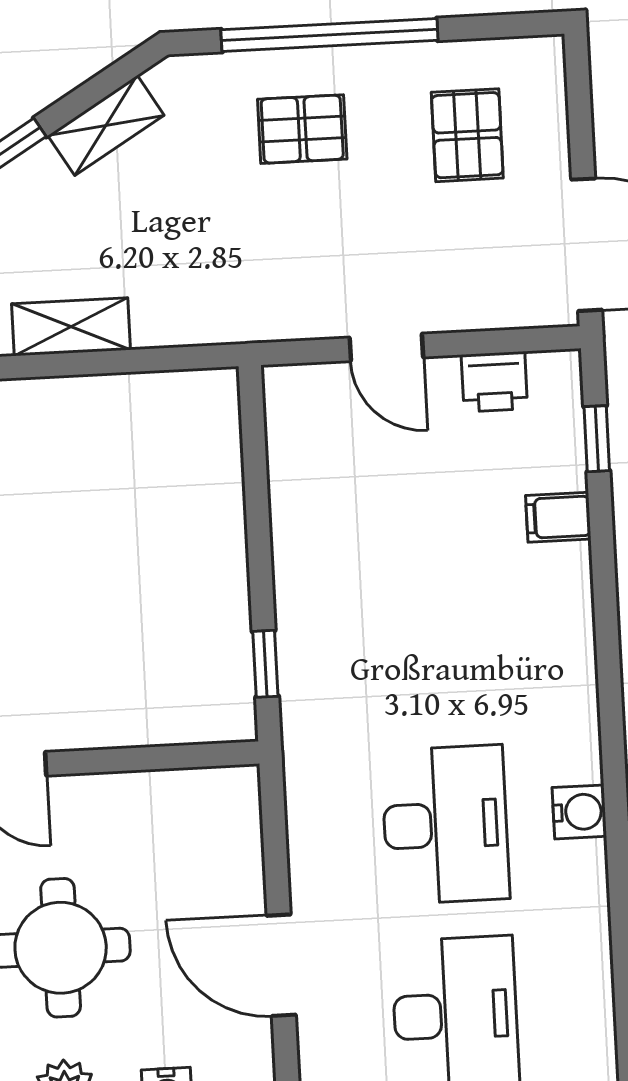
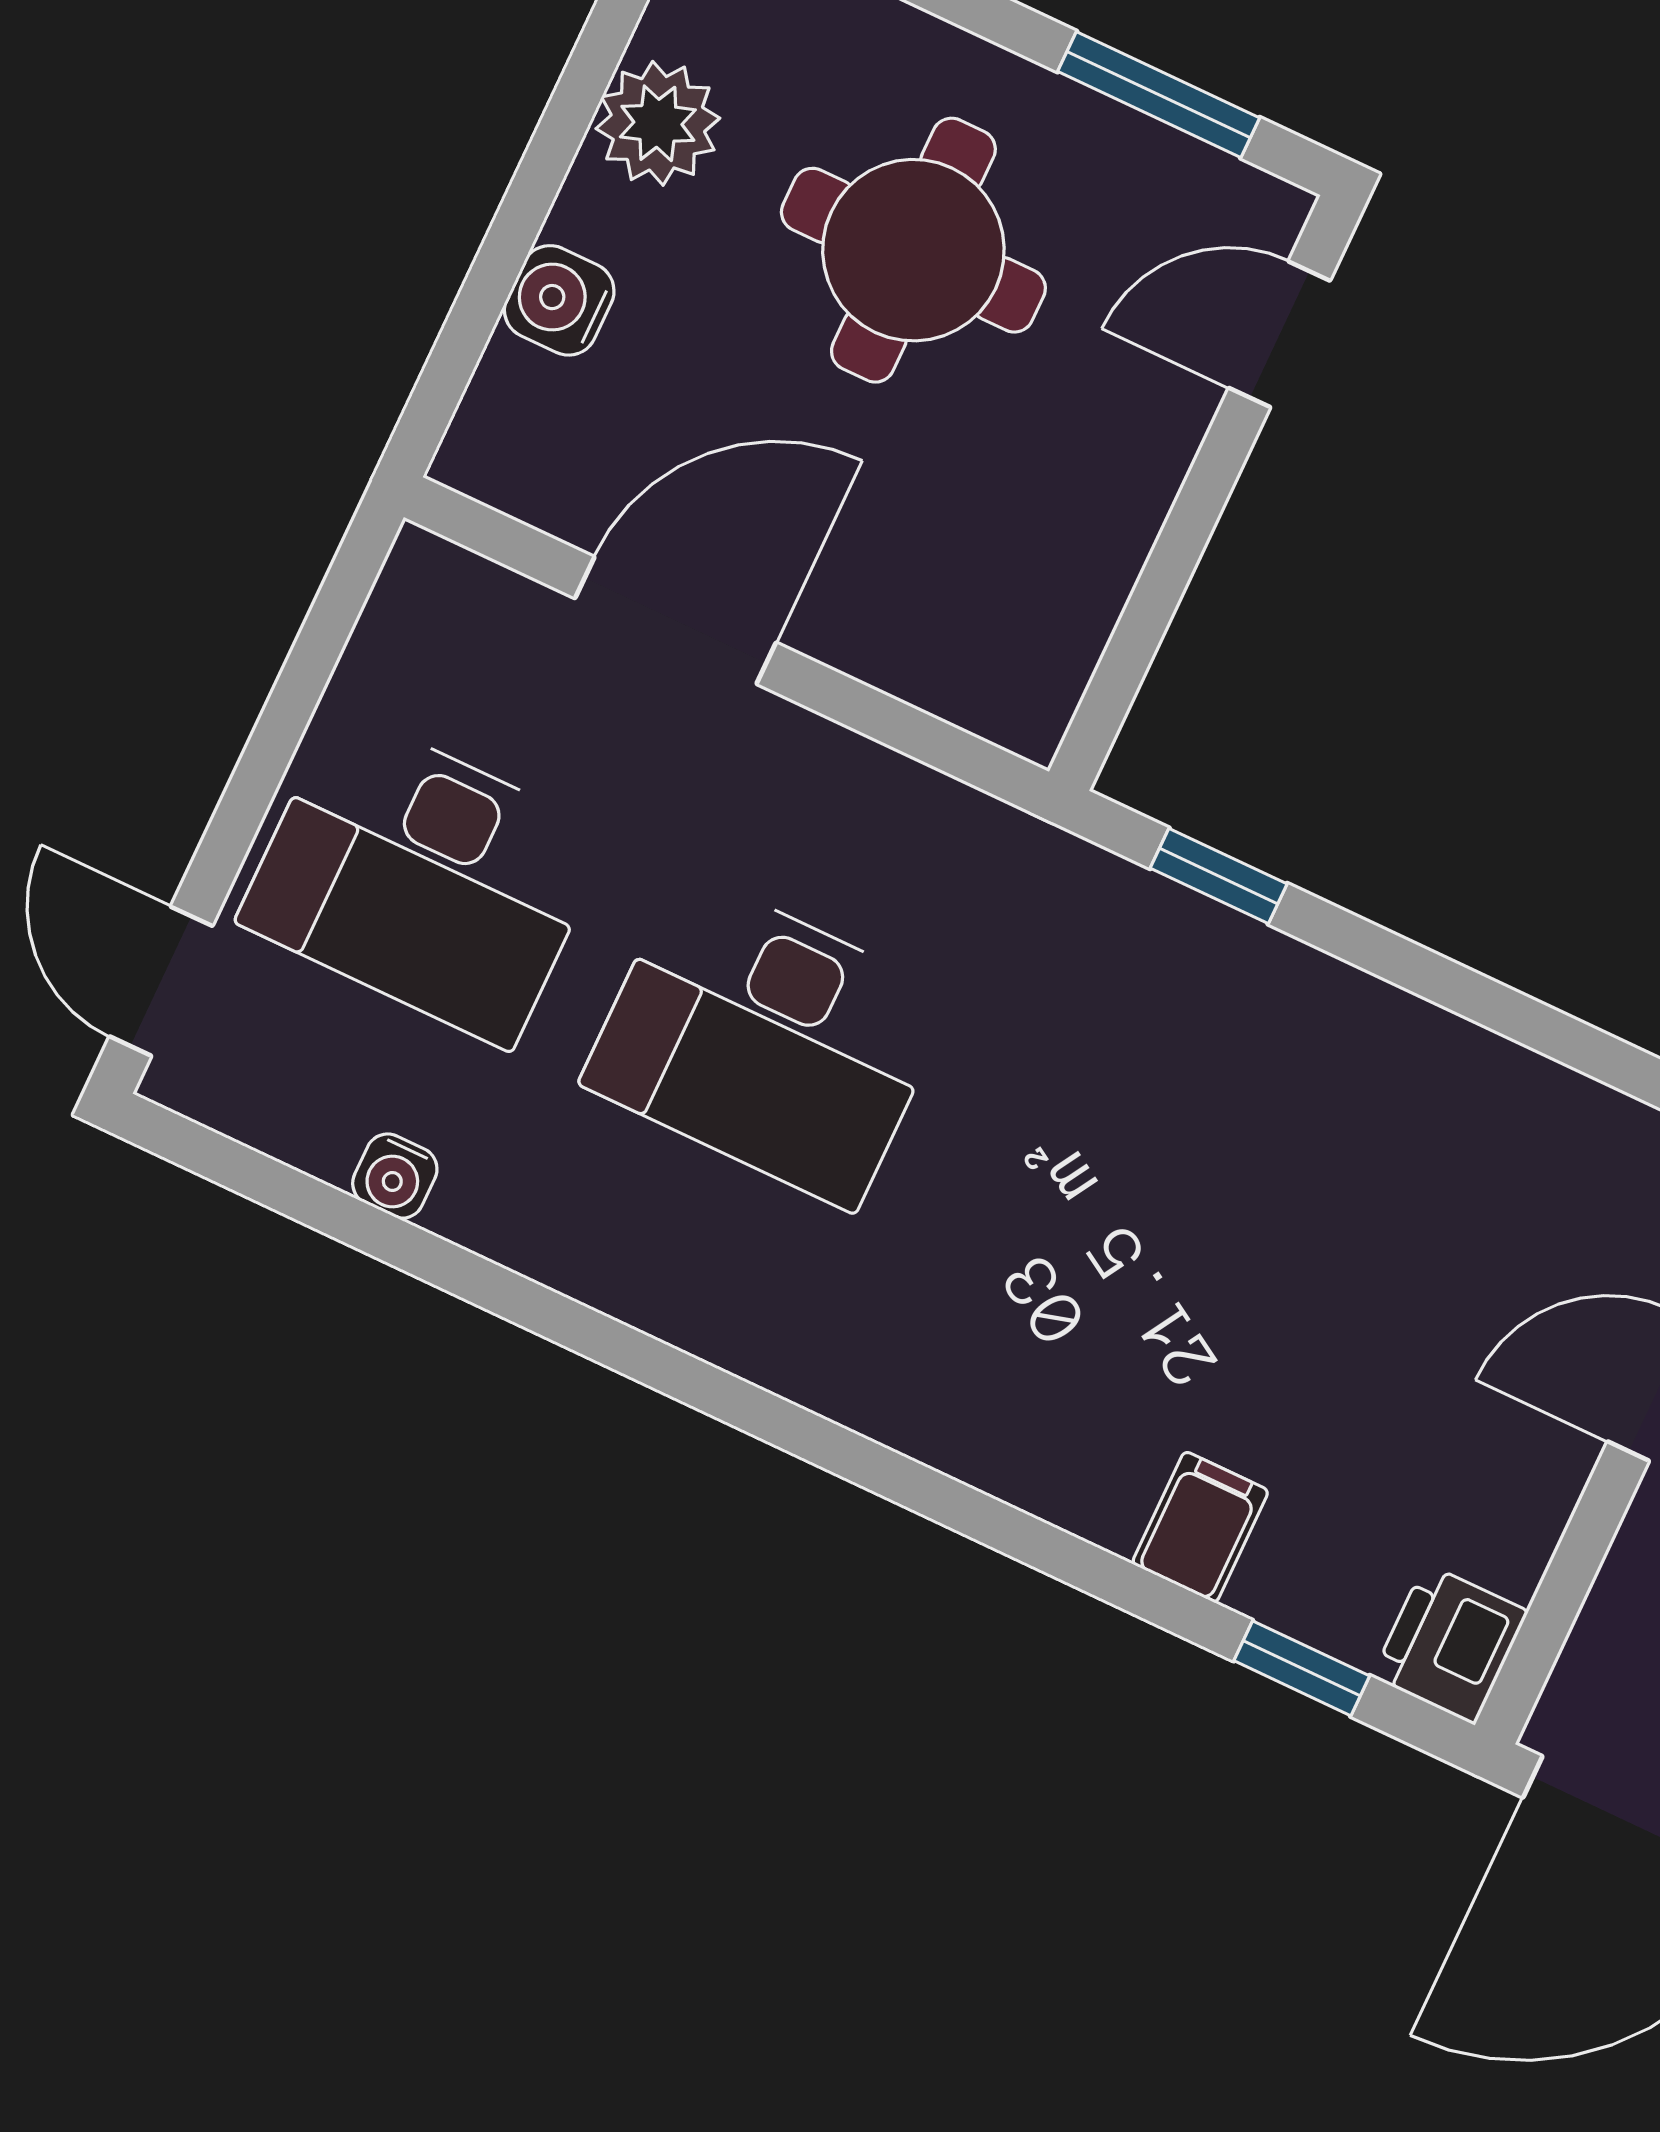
printer: (494, 382) -> (1450, 1644), moved
water cooler: (579, 812) -> (395, 1176), moved, width x0.72, depth x0.72

